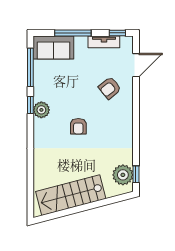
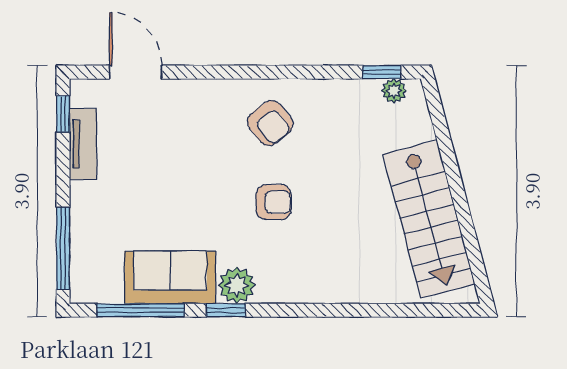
window: (73, 33) -> (63, 248), moved
sofa: (53, 47) -> (170, 277), moved, turned -90
armchair: (110, 88) -> (270, 123), moved
plant: (123, 175) -> (394, 91), width x0.53, depth x0.53

